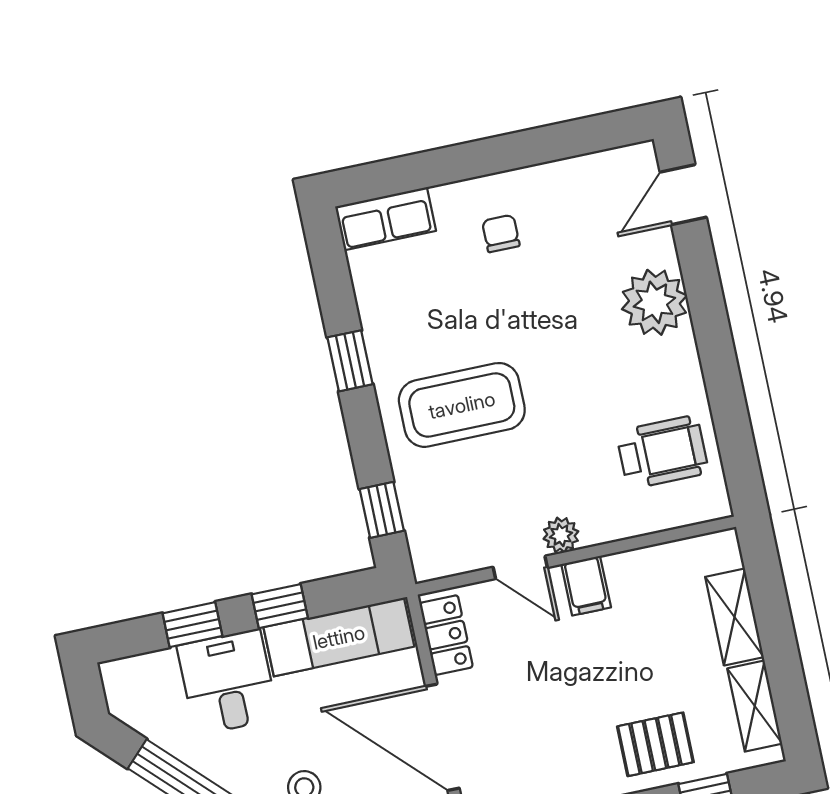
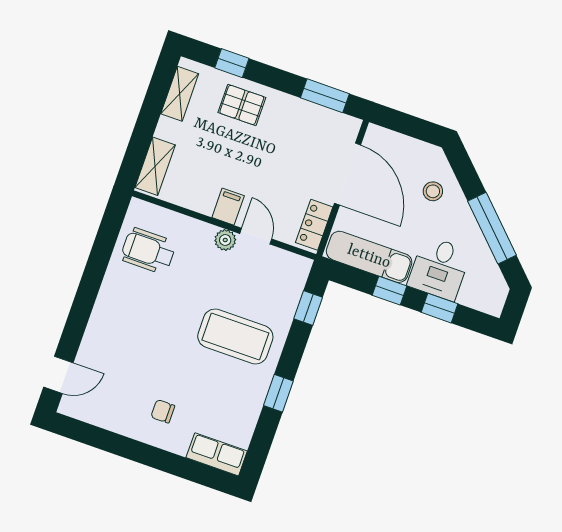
chair: (501, 233) -> (163, 411), turned 90
plant: (654, 302) -> (106, 329), removed
shelving: (734, 617) -> (155, 166), moved

